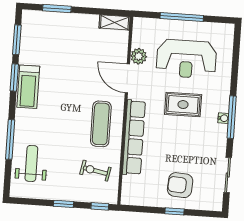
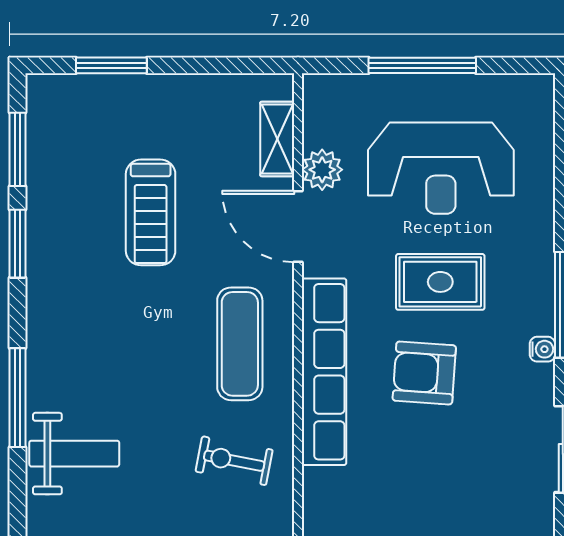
shelving: (115, 22) -> (277, 139), moved, turned 90
treadmill: (28, 87) -> (151, 212), moved
water cooler: (223, 118) -> (542, 349), moved
weight bench: (31, 163) -> (74, 454), turned 90
armchair: (180, 185) -> (424, 373), moved

